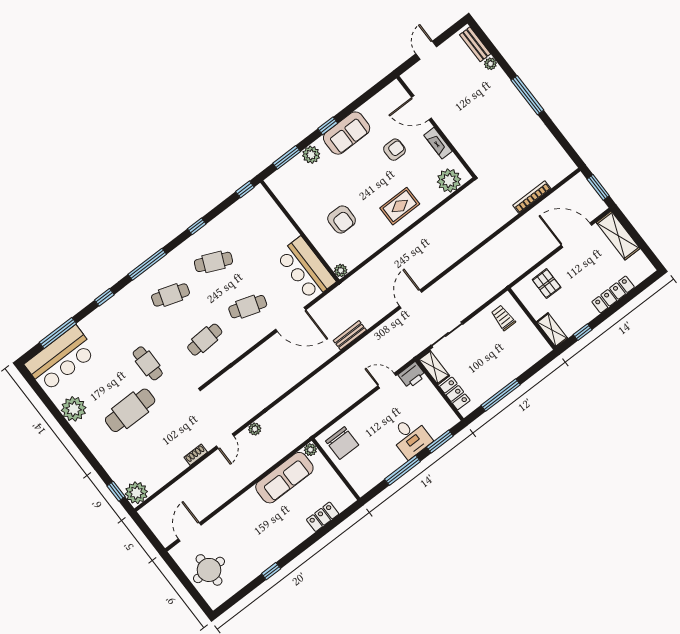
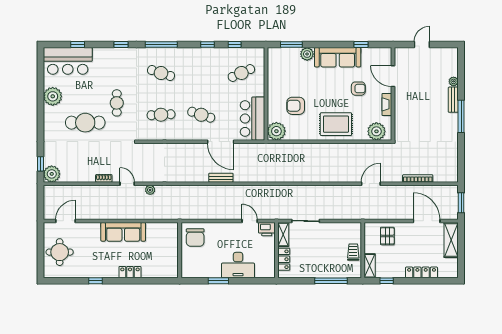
bench: (475, 44) -> (453, 100), moved
window: (328, 126) -> (361, 45), moved
sofa: (347, 133) -> (338, 57), width x1.36
window: (245, 189) -> (235, 45), moved
rug: (400, 206) -> (336, 124), width x1.36, depth x1.43
armchair: (342, 219) -> (296, 106), turned 90
cafe table: (213, 262) -> (241, 73), moved, turned -48
plant: (341, 270) -> (276, 131), width x1.88, depth x1.88
door: (411, 299) -> (371, 184), moved
trolley: (503, 318) -> (353, 252), moved
window: (58, 333) -> (78, 45), width x0.46
bench: (350, 335) -> (221, 178), moved
window: (501, 395) -> (331, 281), moved
desk: (411, 437) -> (238, 265), width x1.37
door: (225, 441) -> (127, 184), swing flipped
window: (440, 442) -> (253, 281), removed
plant: (310, 450) -> (174, 227), removed
window: (403, 470) -> (218, 281), width x0.69
sofa: (284, 478) -> (123, 232), moved
locker: (323, 517) -> (130, 272), moved

